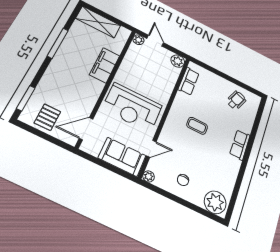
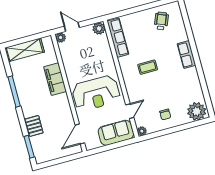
row of seats: (189, 81) -> (118, 38), width x1.48
pallet: (47, 117) -> (34, 126), moved

